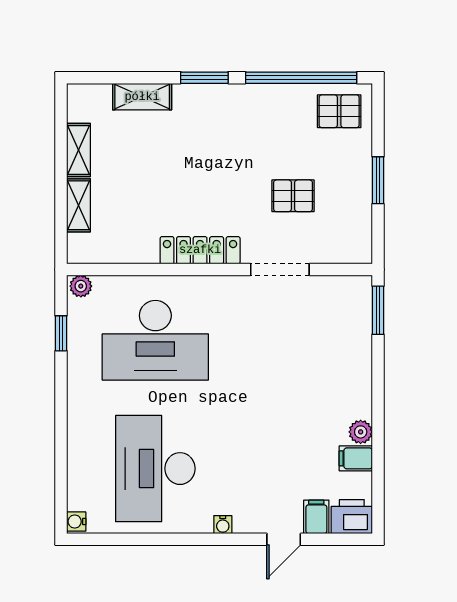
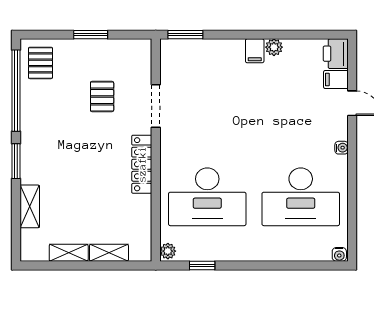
desk: (155, 340) -> (207, 197), turned 90
filing cabinet: (356, 458) -> (255, 51), moved

